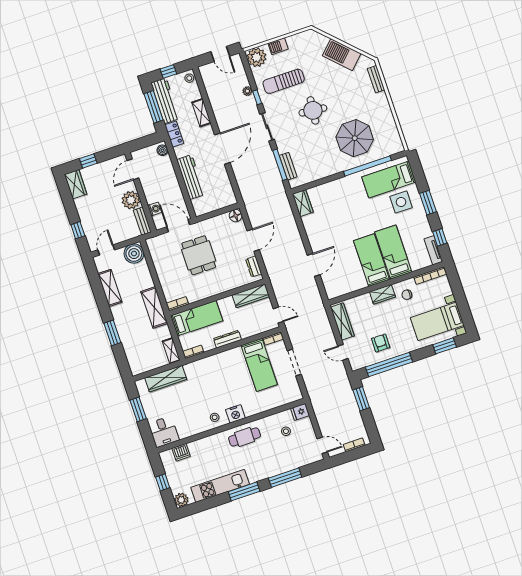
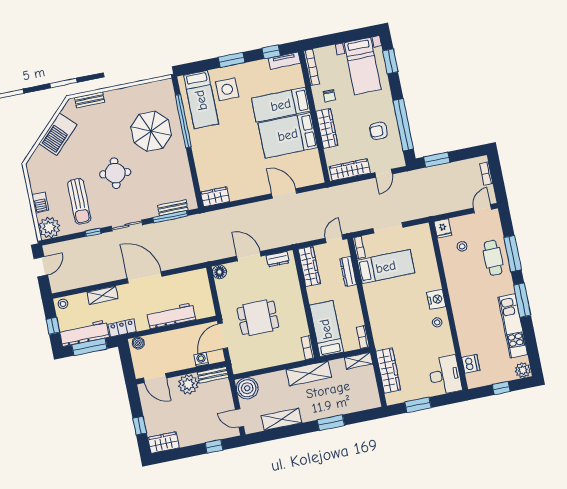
plant: (247, 91) -> (85, 242), removed
bed: (372, 260) -> (288, 135), width x1.50
wardrobe: (382, 294) -> (327, 128), width x1.50
dresser: (227, 339) -> (348, 271), moved
desk: (164, 432) -> (445, 375), width x1.37
cafe table: (244, 437) -> (493, 258), moved

